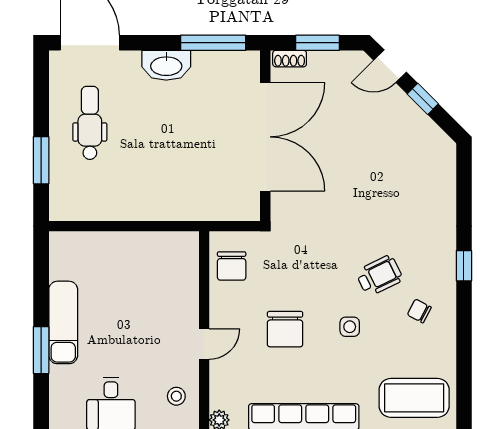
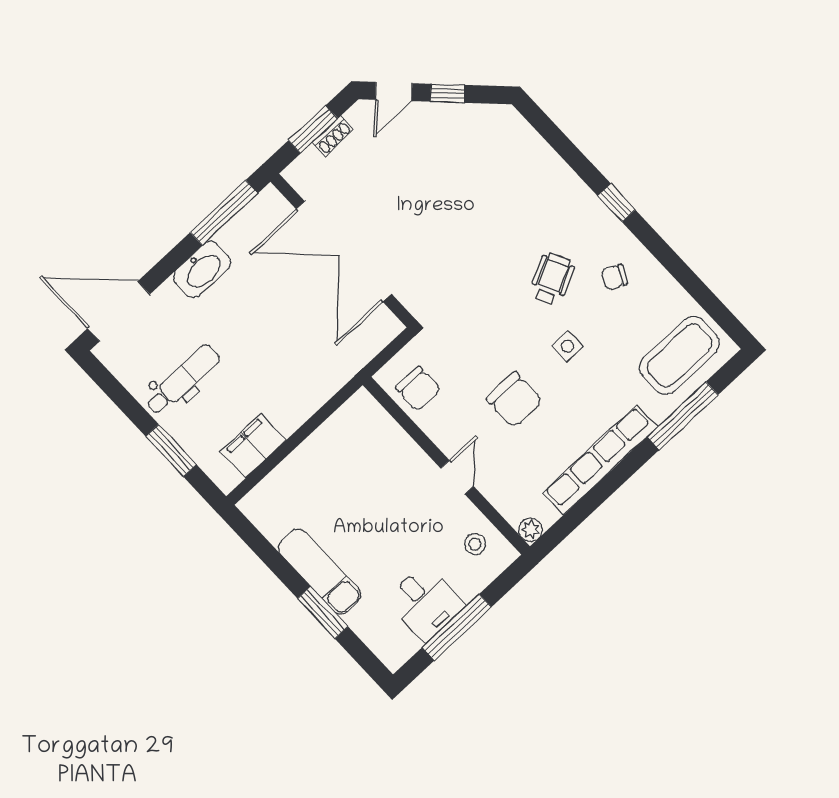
shoe rack: (290, 59) -> (333, 136), moved
dental chair: (90, 123) -> (183, 380), turned 90
double door: (265, 137) -> (344, 251), swing flipped
filing cabinet: (95, 205) -> (253, 446), added

